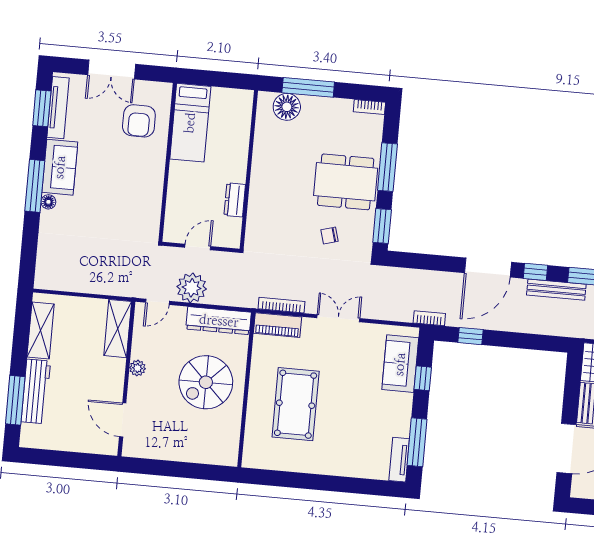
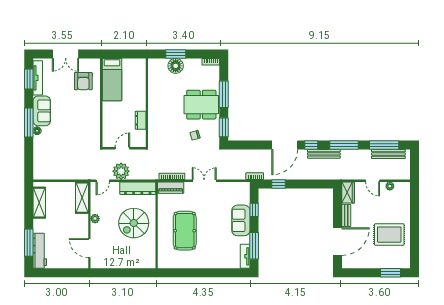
window: (308, 87) -> (176, 54), width x0.69
floor lamp: (287, 107) -> (176, 66), moved
sofa: (400, 364) -> (241, 220), moved
workbench: (36, 391) -> (40, 251), moved

